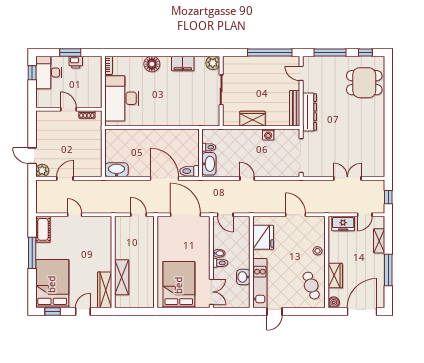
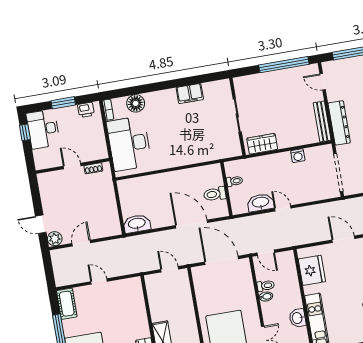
printer: (76, 62) -> (86, 110), moved
plant: (213, 63) -> (223, 87), removed
floor lamp: (152, 64) -> (136, 103), moved
wardrobe: (252, 119) -> (262, 144), moved
washbasin: (209, 164) -> (261, 203), moved, turned -90
toilet: (189, 171) -> (215, 194), moved
toilet: (220, 263) -> (266, 286), moved

